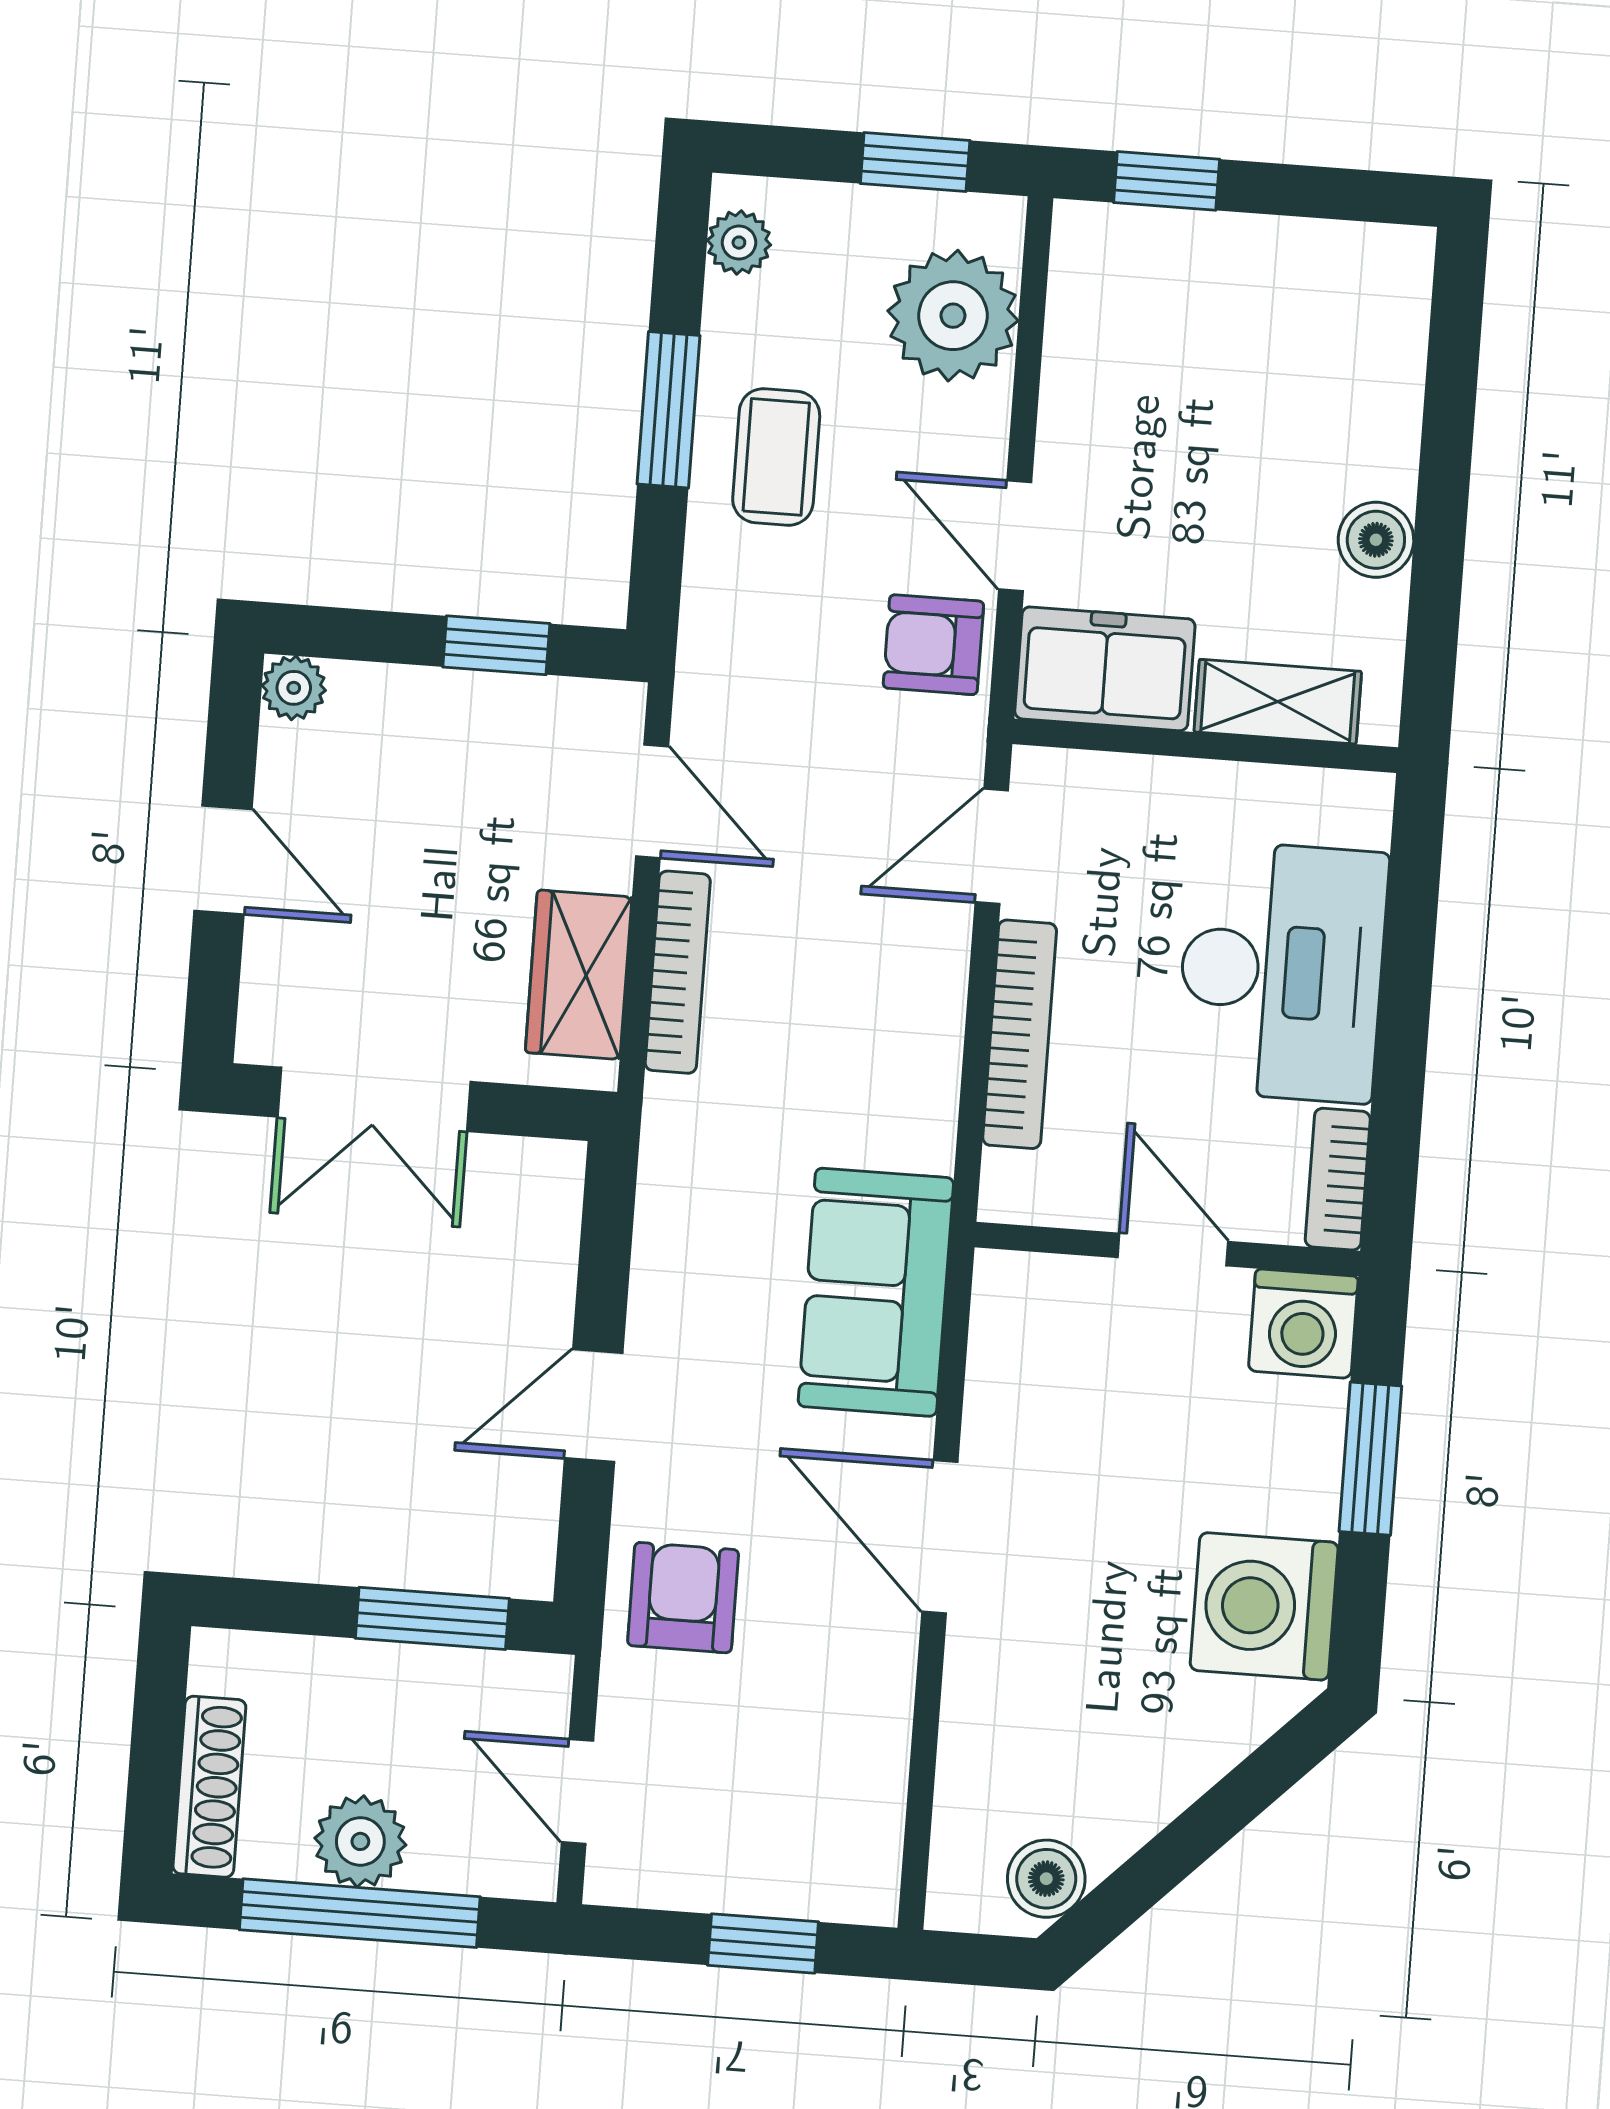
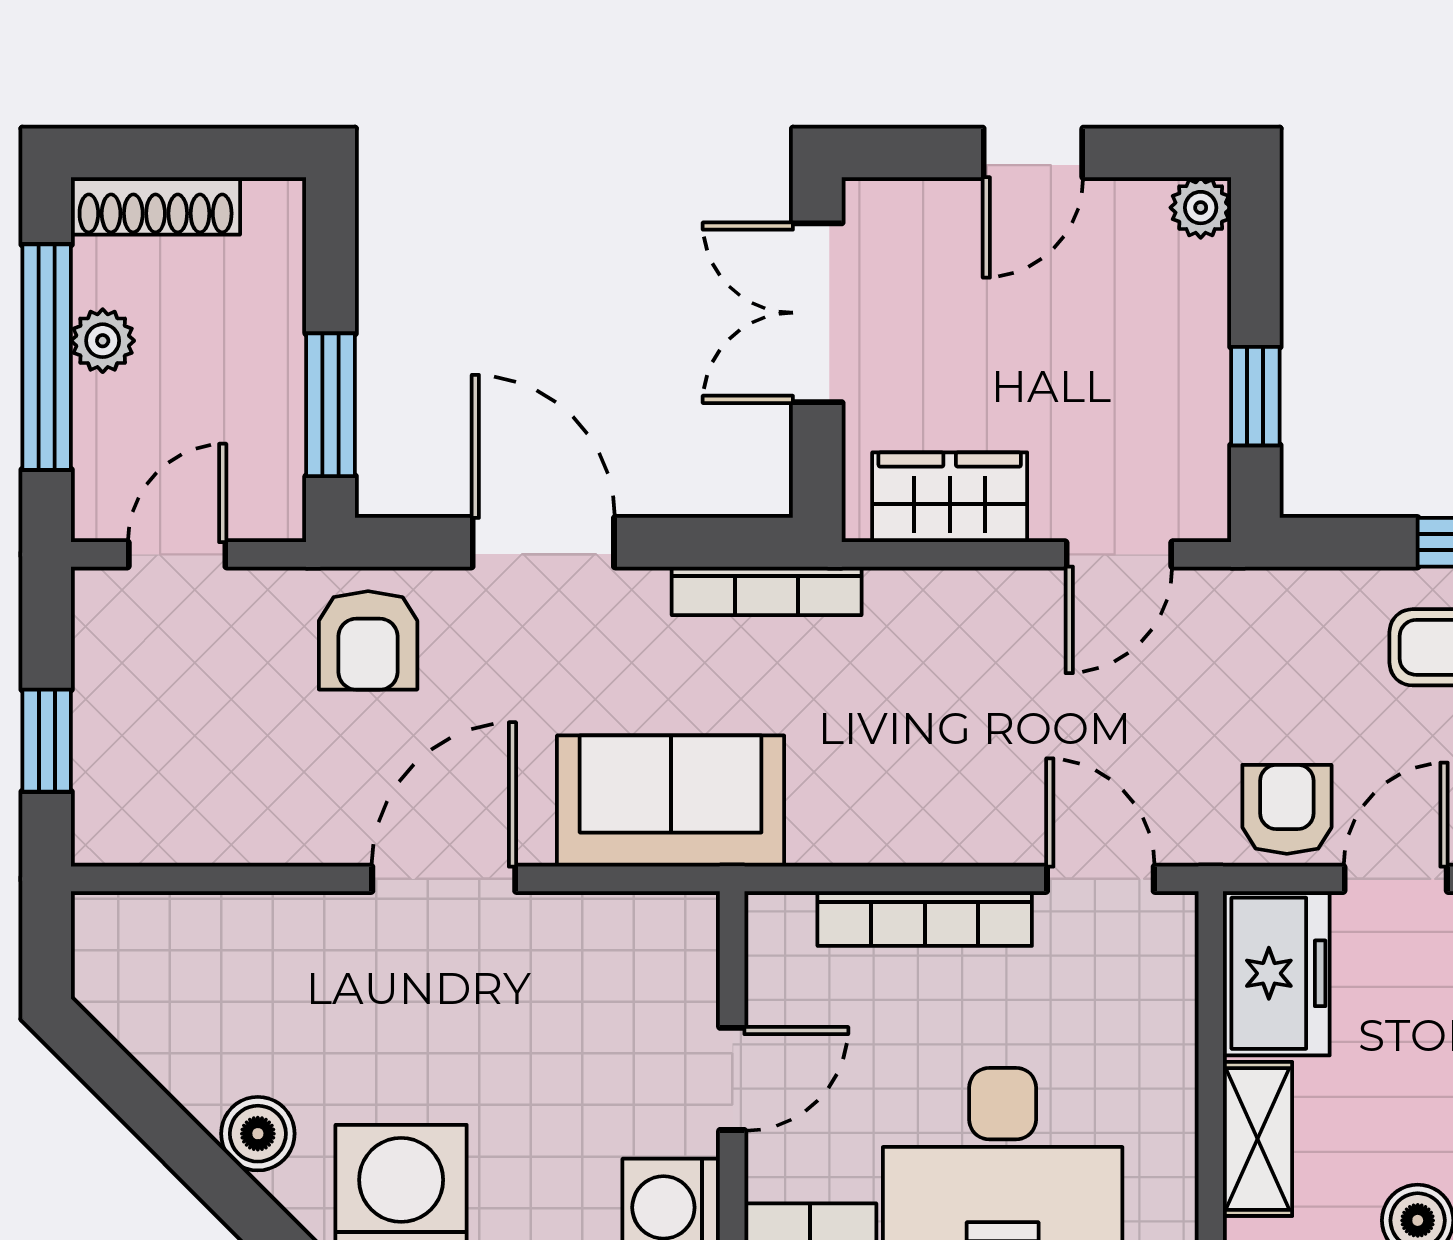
bookcase: (678, 972) -> (767, 591), moved
door: (594, 1406) -> (543, 542), width x1.38
armchair: (683, 1598) -> (368, 640), turned 90
plant: (360, 1841) -> (103, 341), width x0.73, depth x0.73
boiler: (1046, 1879) -> (258, 1134), moved

